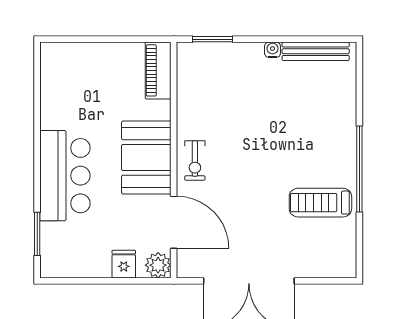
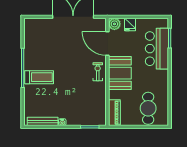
cafe table: (84, 80) -> (148, 108), added
bar counter: (65, 176) -> (157, 49), moved
treadmill: (320, 203) -> (39, 77), moved

